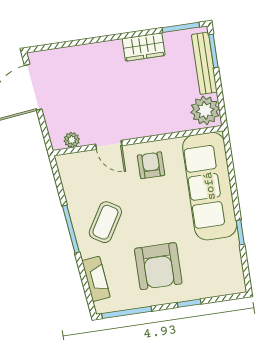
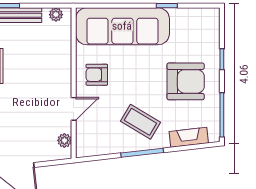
plant: (205, 110) -> (56, 15), width x0.53, depth x0.53

